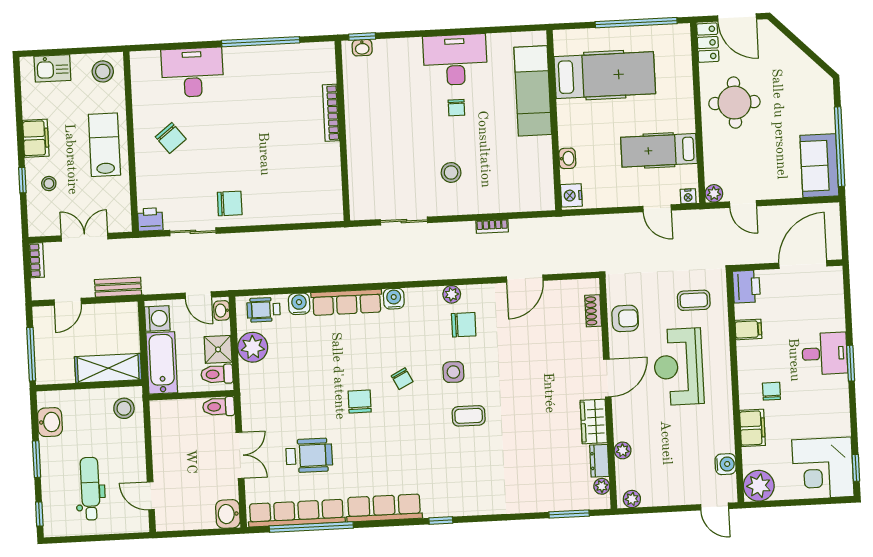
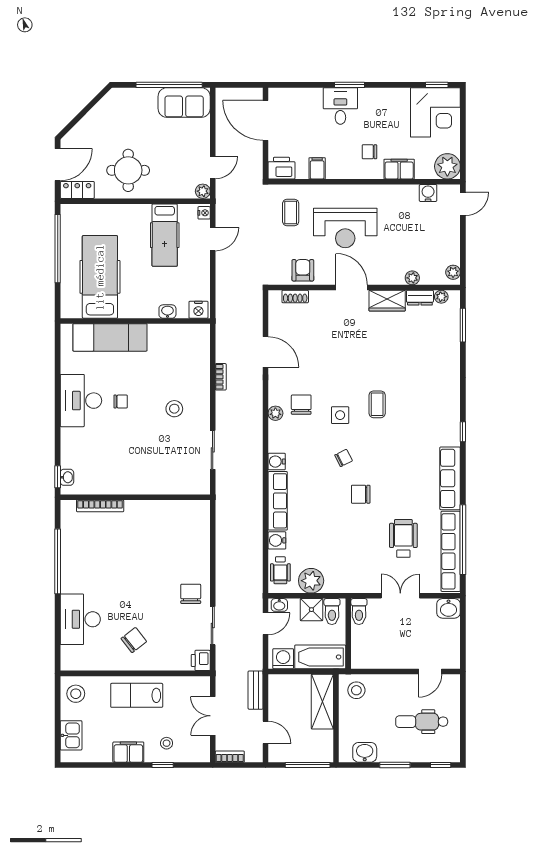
bookcase: (331, 113) -> (100, 506), moved

